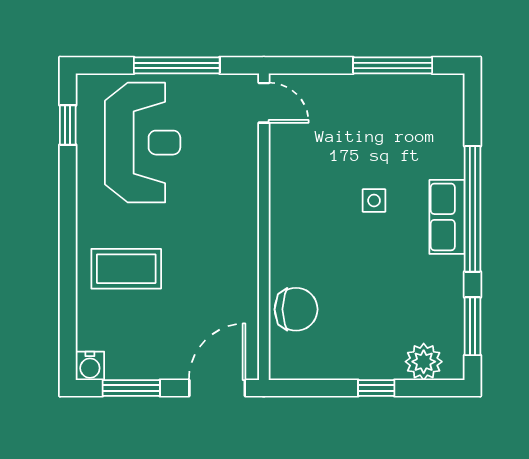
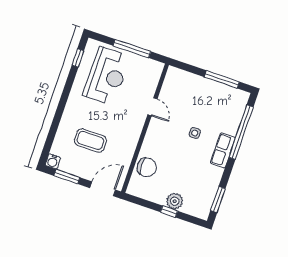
door: (264, 103) -> (152, 107), moved
window: (473, 209) -> (241, 132), moved
coffee table: (126, 269) -> (90, 140), moved
plant: (424, 362) -> (175, 201), moved

